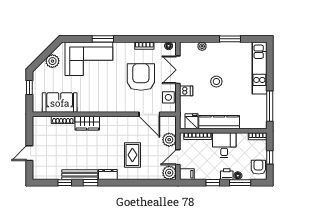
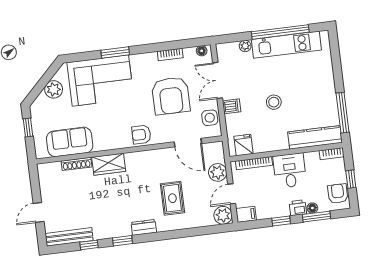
window: (230, 39) -> (280, 32), width x2.11
kitchen unit: (259, 68) -> (286, 45), moved, turned -90
armchair: (141, 77) -> (171, 96), turned 180
stool: (216, 82) -> (274, 102), moved
armchair: (115, 104) -> (141, 135), added
kitchen counter: (219, 122) -> (315, 137), moved
bench: (80, 175) -> (69, 237), moved

